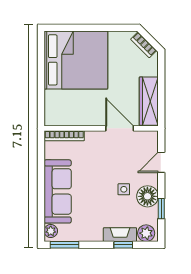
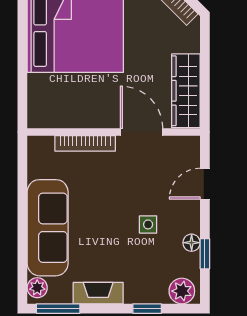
bookcase: (64, 136) -> (85, 143), moved
floor lamp: (147, 196) -> (192, 243), width x0.53, depth x0.53
fireplace: (120, 235) -> (98, 293), moved

